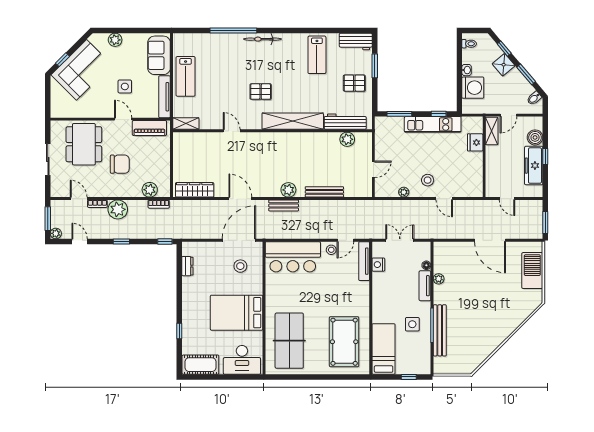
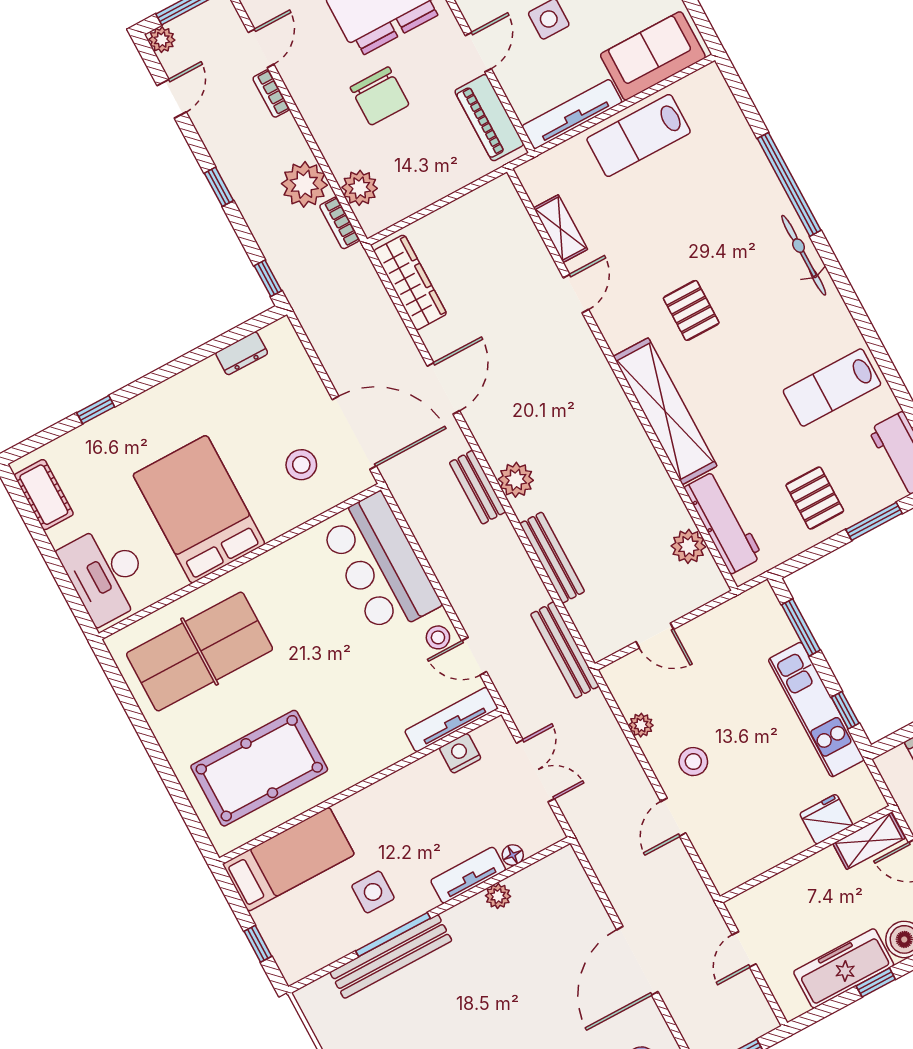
shelving: (186, 124) -> (561, 229), moved
bench: (361, 205) -> (565, 650), added
plant: (118, 209) -> (304, 184), moved
cot: (200, 365) -> (44, 495), width x0.73, depth x0.75

